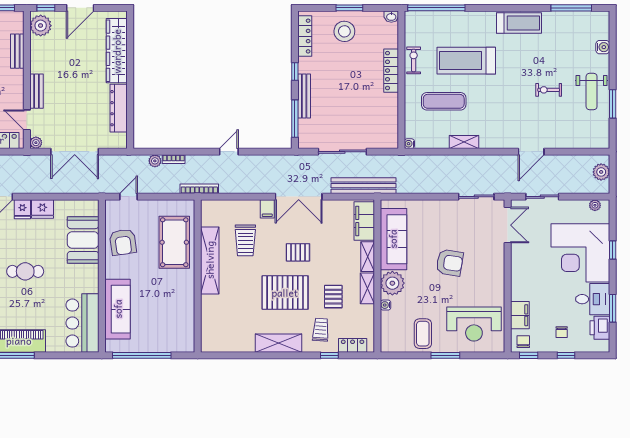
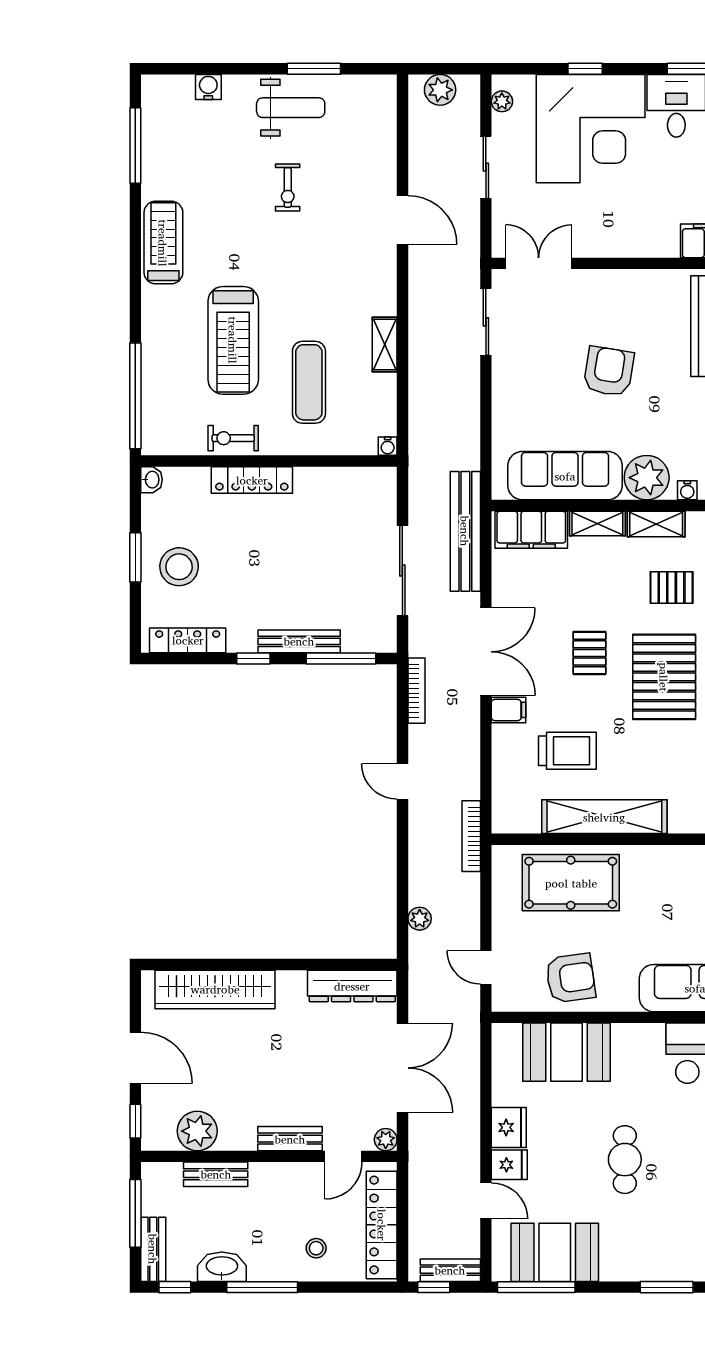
plant: (41, 26) -> (197, 1131), moved
dresser: (119, 108) -> (352, 986), moved
bookcase: (174, 159) -> (416, 691), moved, width x1.56
sliding door: (542, 197) -> (486, 167), moved

